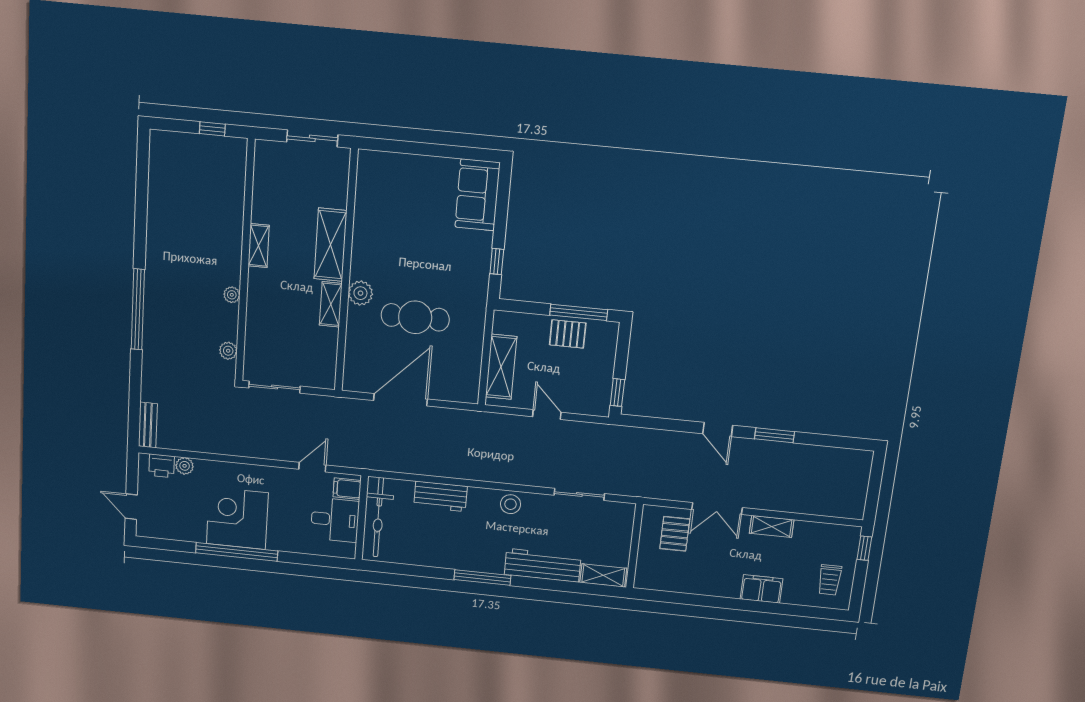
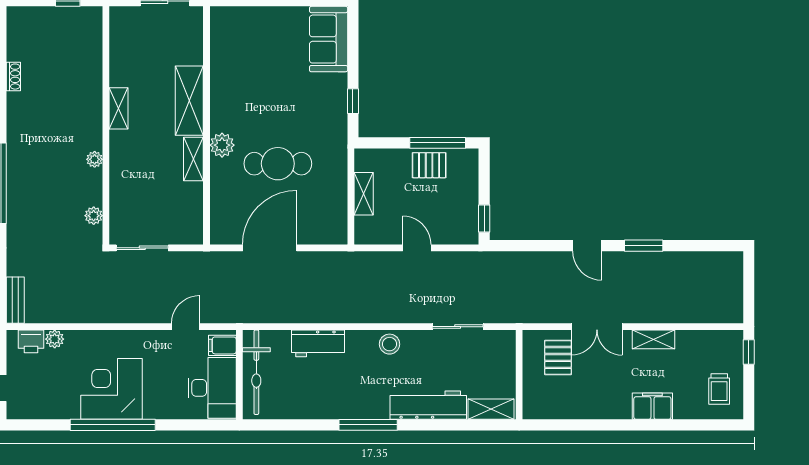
shoe rack: (154, 203) -> (13, 77), added
shelving: (501, 367) -> (364, 194), width x0.67, depth x0.75
desk: (335, 520) -> (212, 388), width x1.37

